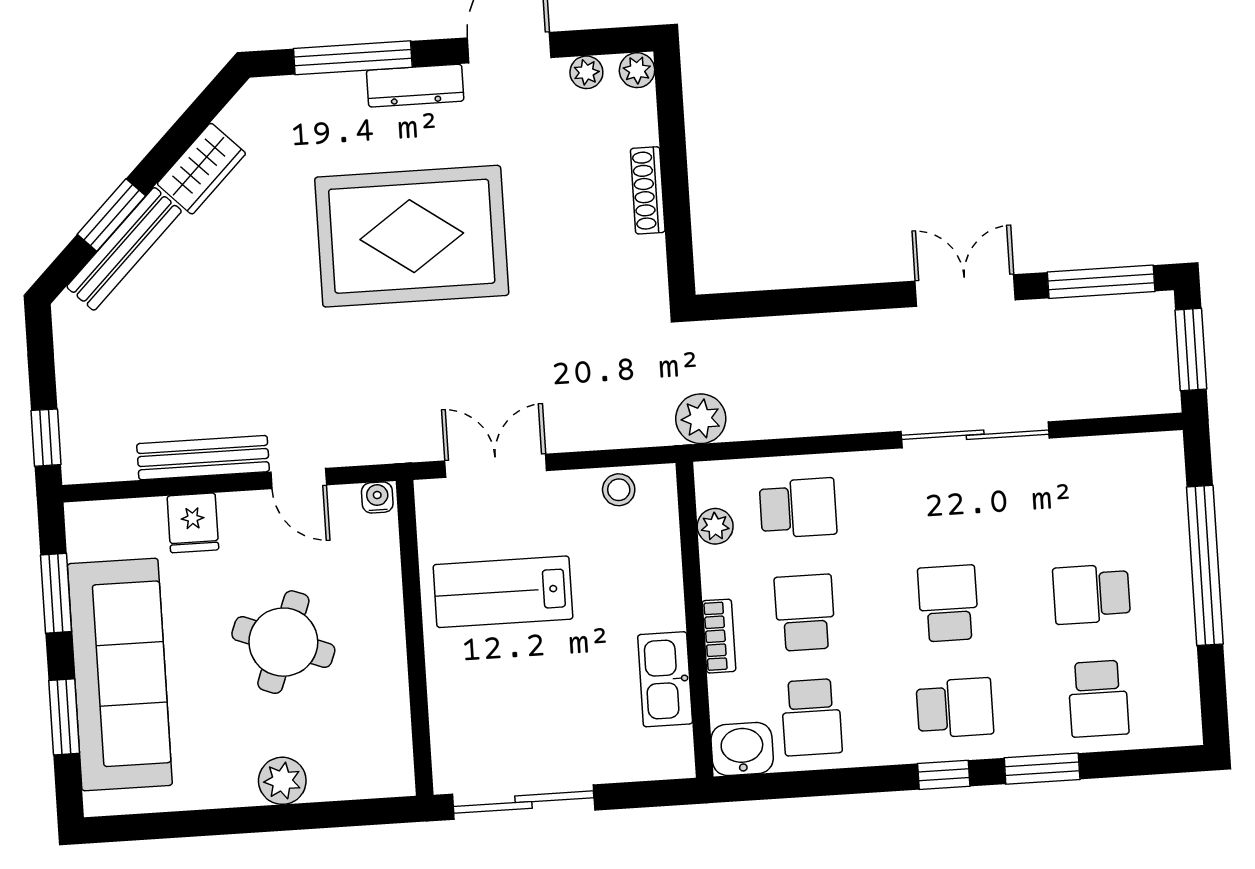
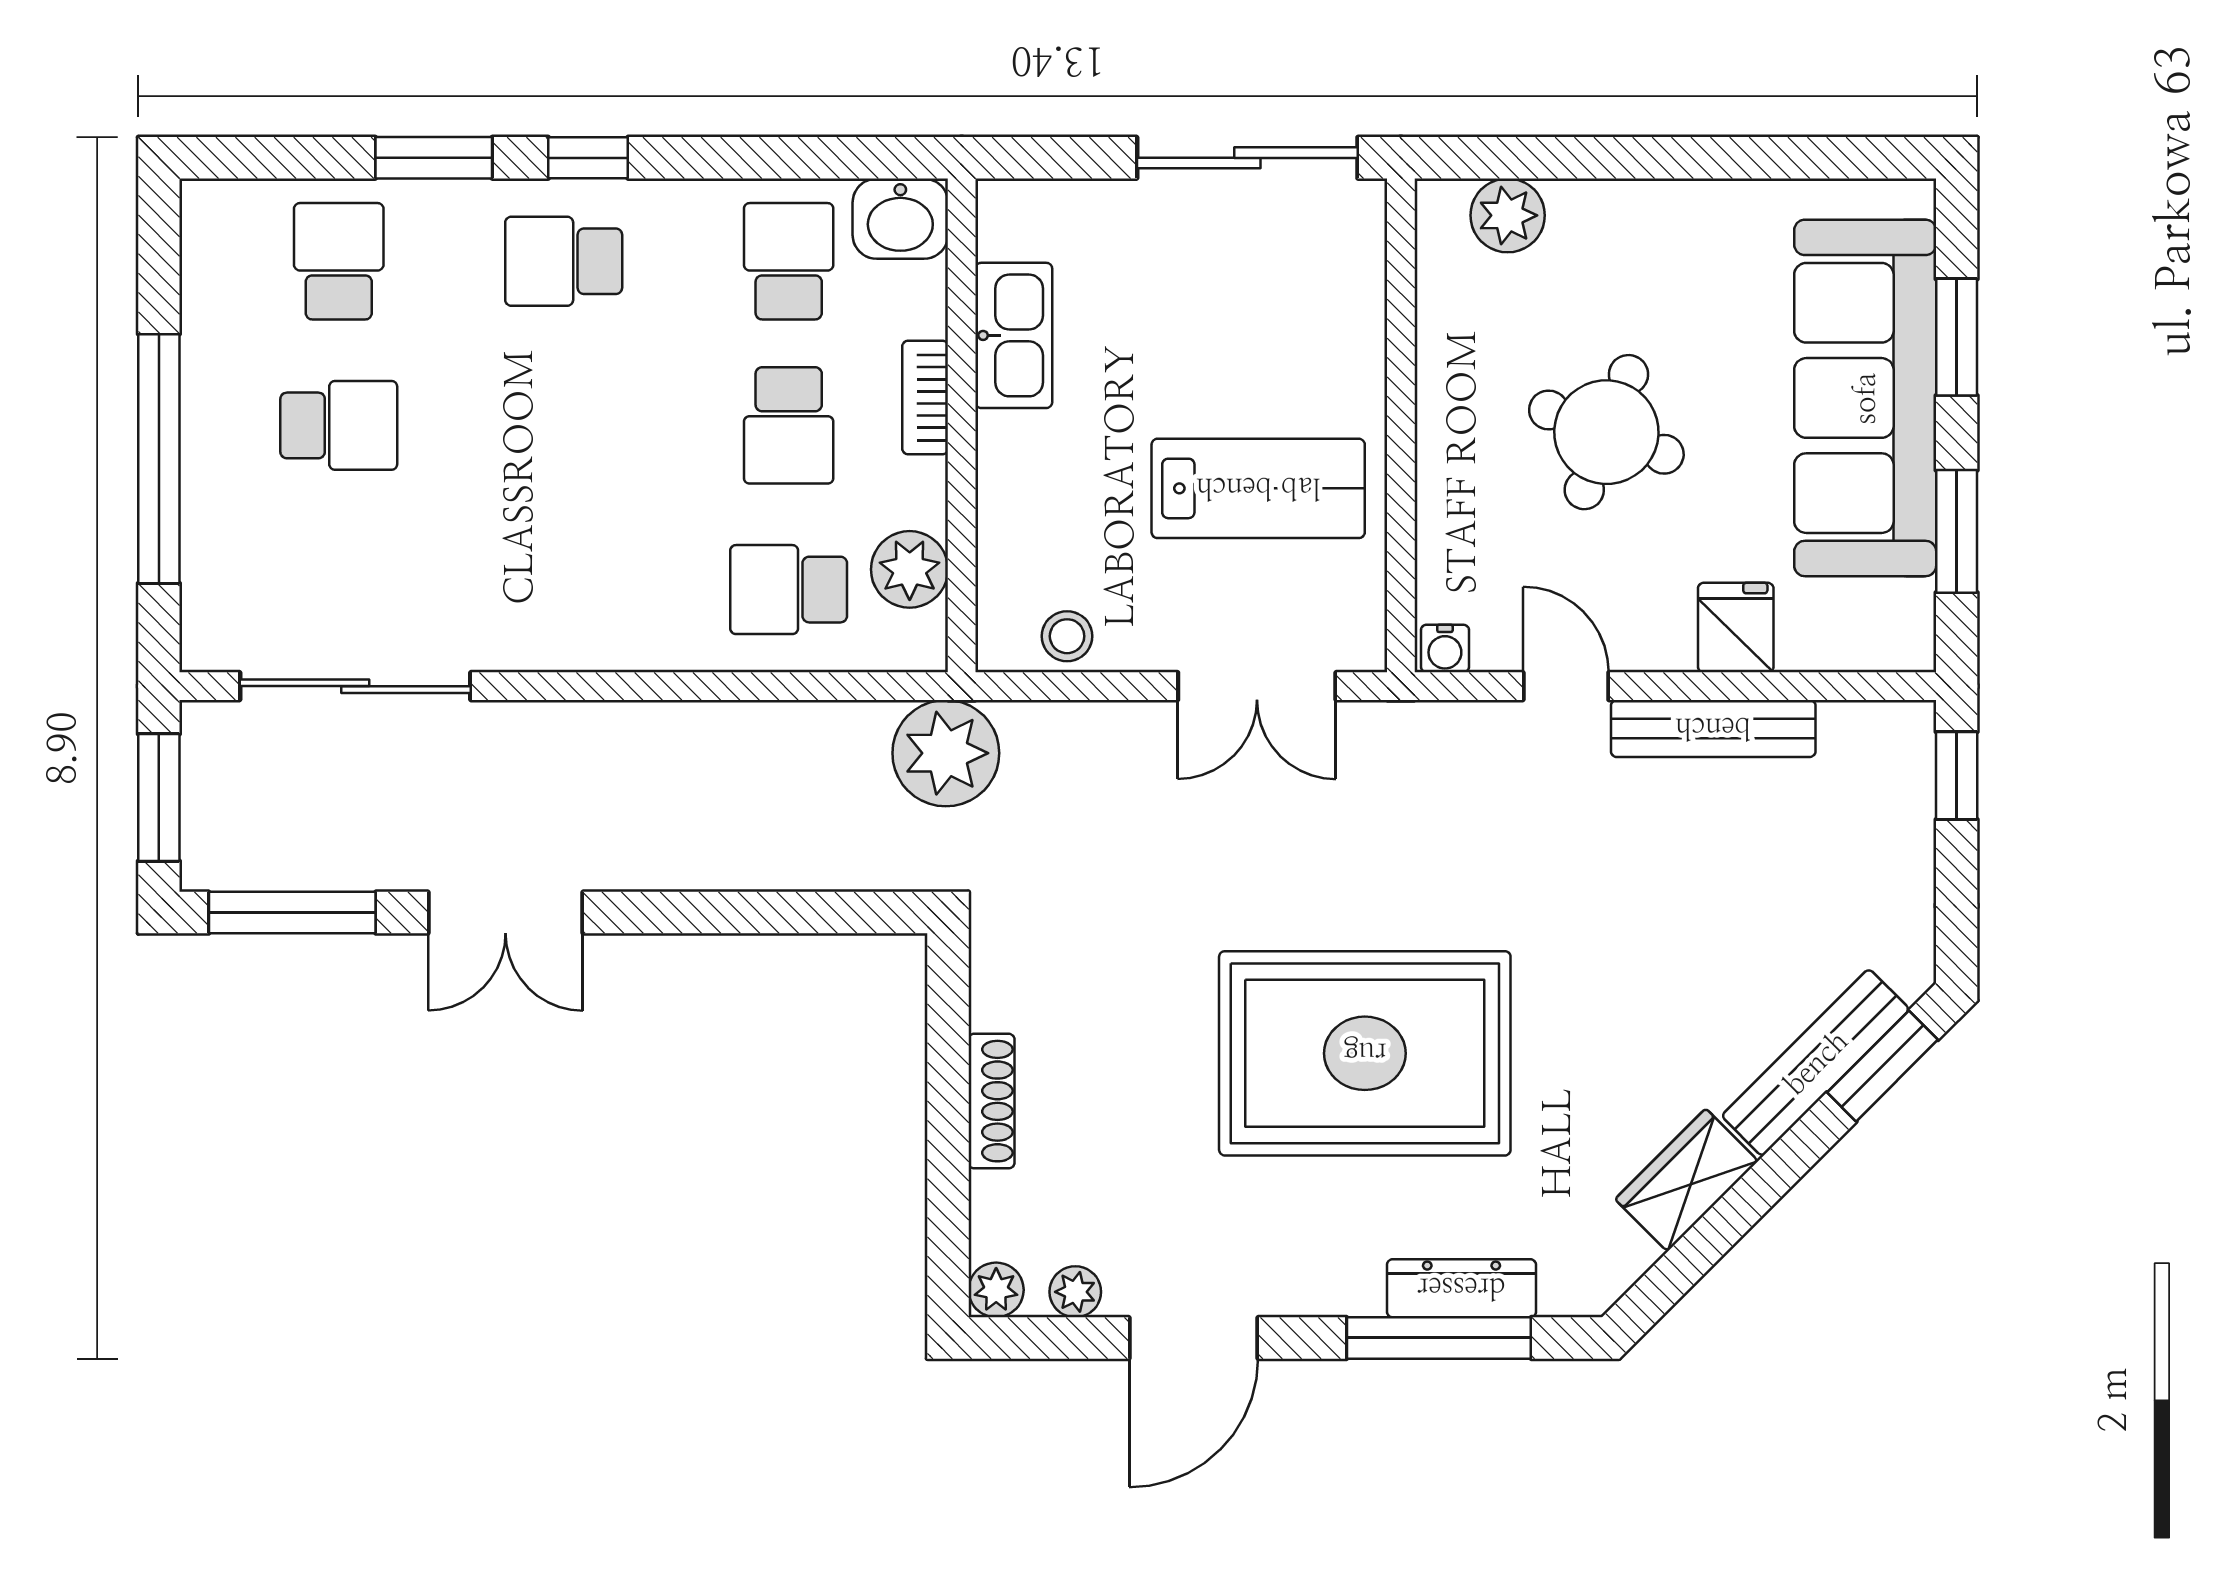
dresser: (415, 86) -> (1461, 1288), moved
window: (111, 215) -> (1883, 1066), moved
plant: (701, 419) -> (946, 753), width x1.36, depth x1.36
sliding door: (975, 435) -> (355, 686), moved
plant: (715, 526) -> (910, 569), width x1.38, depth x1.38
school desk: (948, 603) -> (564, 425), removed
plant: (282, 781) -> (1508, 215), moved

